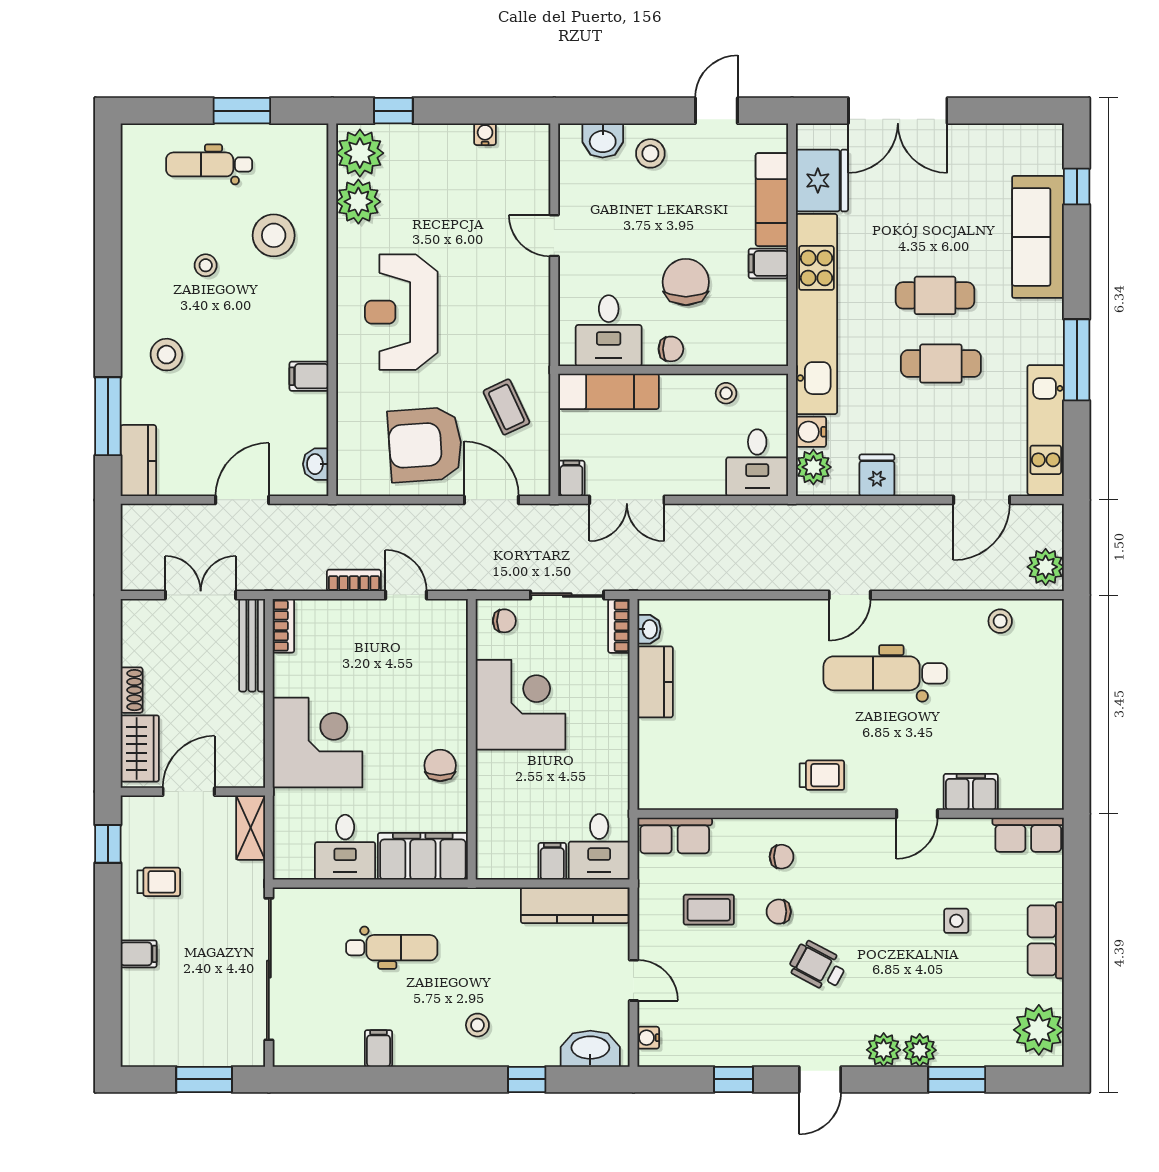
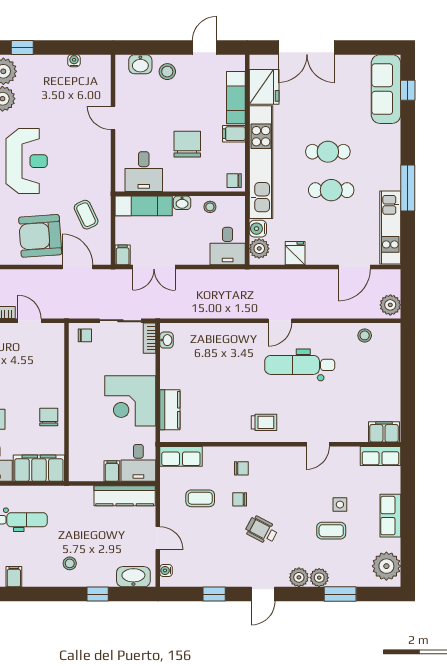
sofa: (1038, 237) -> (386, 89), moved
reception desk: (401, 312) -> (27, 161), turned 180
chair: (671, 349) -> (234, 181), moved, turned 180
washbasin: (677, 386) -> (182, 203), added
kitchen counter: (655, 682) -> (170, 410), moved
corner desk: (520, 705) -> (130, 401), moved, turned 180
filing cabinet: (971, 792) -> (384, 432), moved
coffee table: (941, 967) -> (331, 531), added

